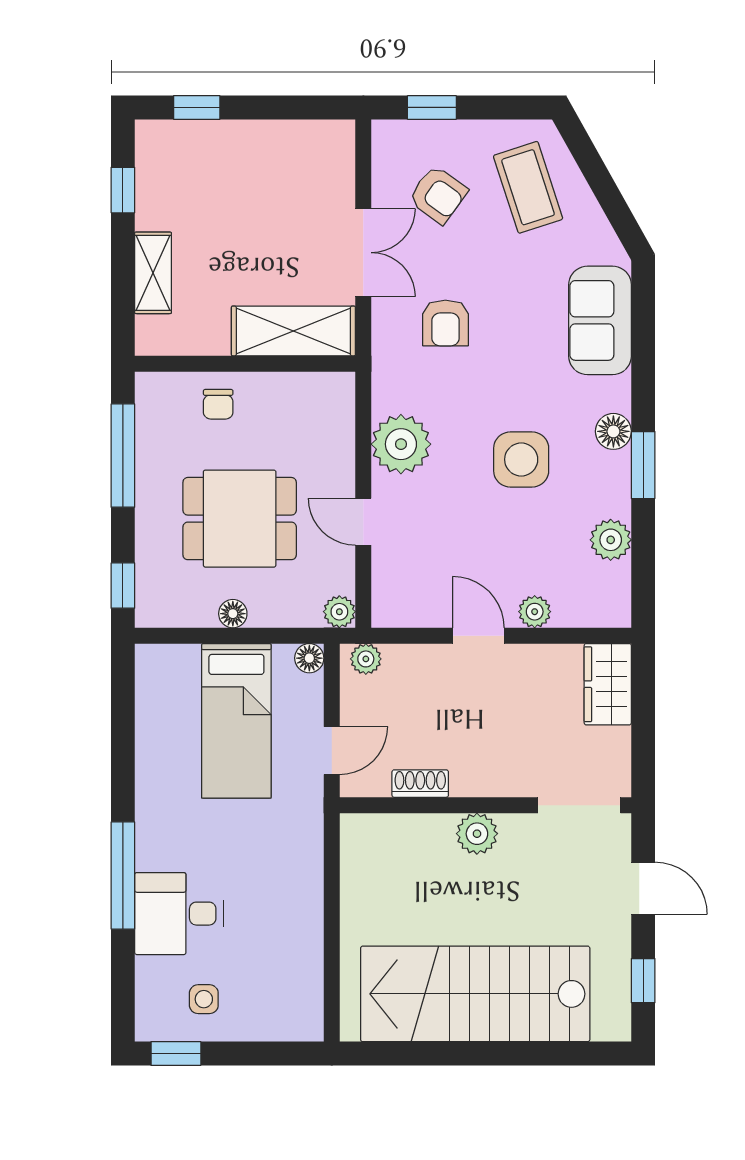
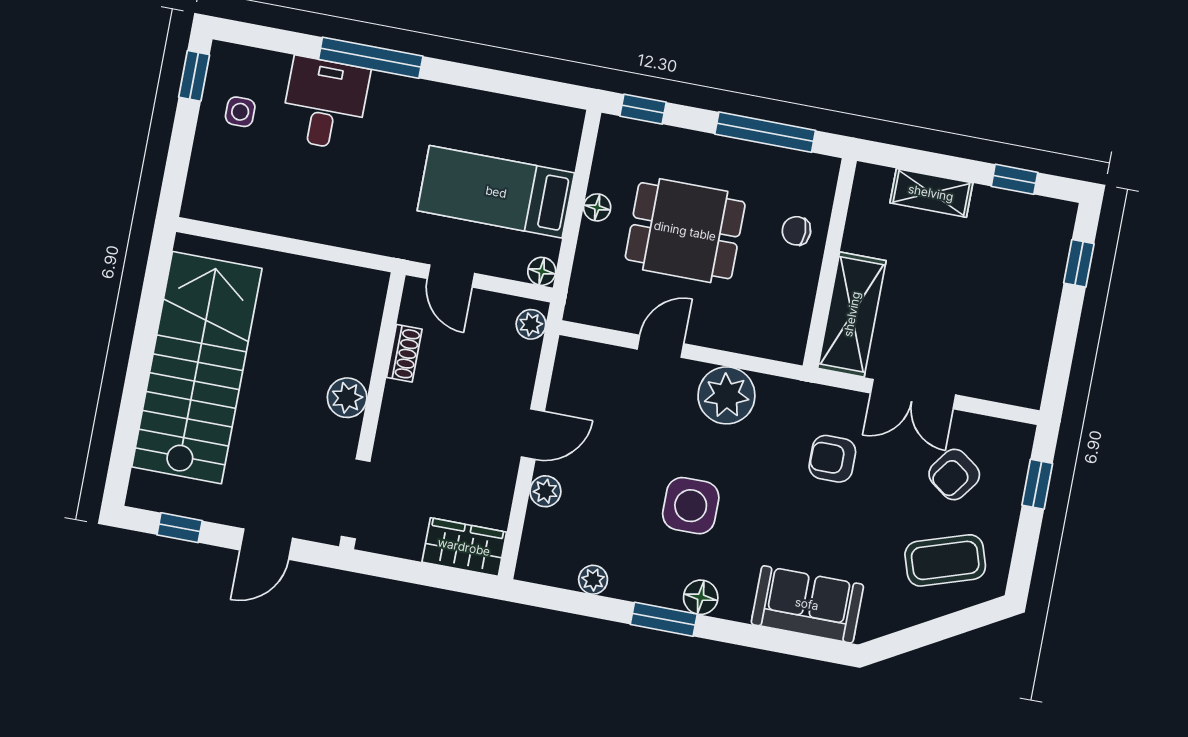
dining table: (240, 519) -> (685, 231), turned 90
plant: (611, 540) -> (593, 580), width x0.73, depth x0.73
plant: (339, 612) -> (580, 308), removed

